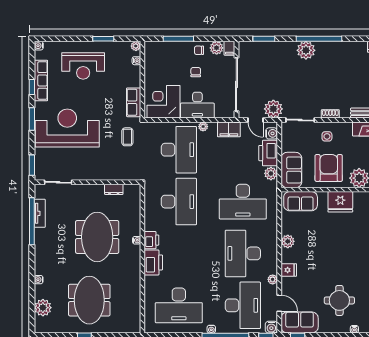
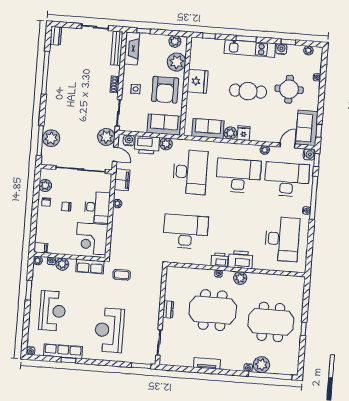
window: (178, 39) -> (34, 220), removed
window: (264, 39) -> (40, 141), width x1.44
window: (319, 39) -> (45, 73), moved
filing cabinet: (229, 48) -> (41, 248), moved
plant: (306, 50) -> (51, 138), moved
plant: (134, 72) -> (62, 264), added
window: (32, 119) -> (98, 362), removed
door: (255, 120) -> (115, 154), hinge flipped
reception desk: (67, 128) -> (109, 330), width x0.74, depth x0.77
desk: (179, 150) -> (137, 228), removed
armchair: (329, 168) -> (165, 90), turned -90
dresser: (114, 189) -> (168, 309), moved
sofa: (301, 201) -> (208, 129), moved, turned -90
tv unit: (40, 213) -> (207, 363), moved
window: (32, 221) -> (270, 376), moved
desk: (243, 253) -> (238, 176), turned 180
cafe table: (334, 257) -> (248, 91), added
plant: (134, 264) -> (240, 278), added
fridge: (289, 270) -> (244, 133), moved
plant: (43, 308) -> (261, 365), moved

